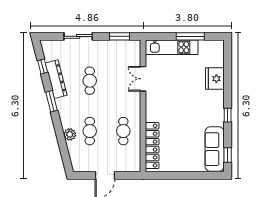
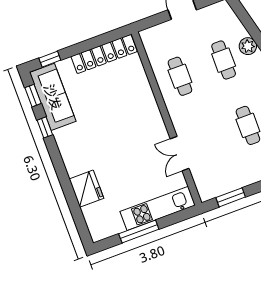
double door: (143, 79) -> (180, 154), swing flipped
window: (228, 115) -> (45, 127), moved
locker: (152, 146) -> (104, 54), moved, turned -90
window: (207, 175) -> (50, 59), added

